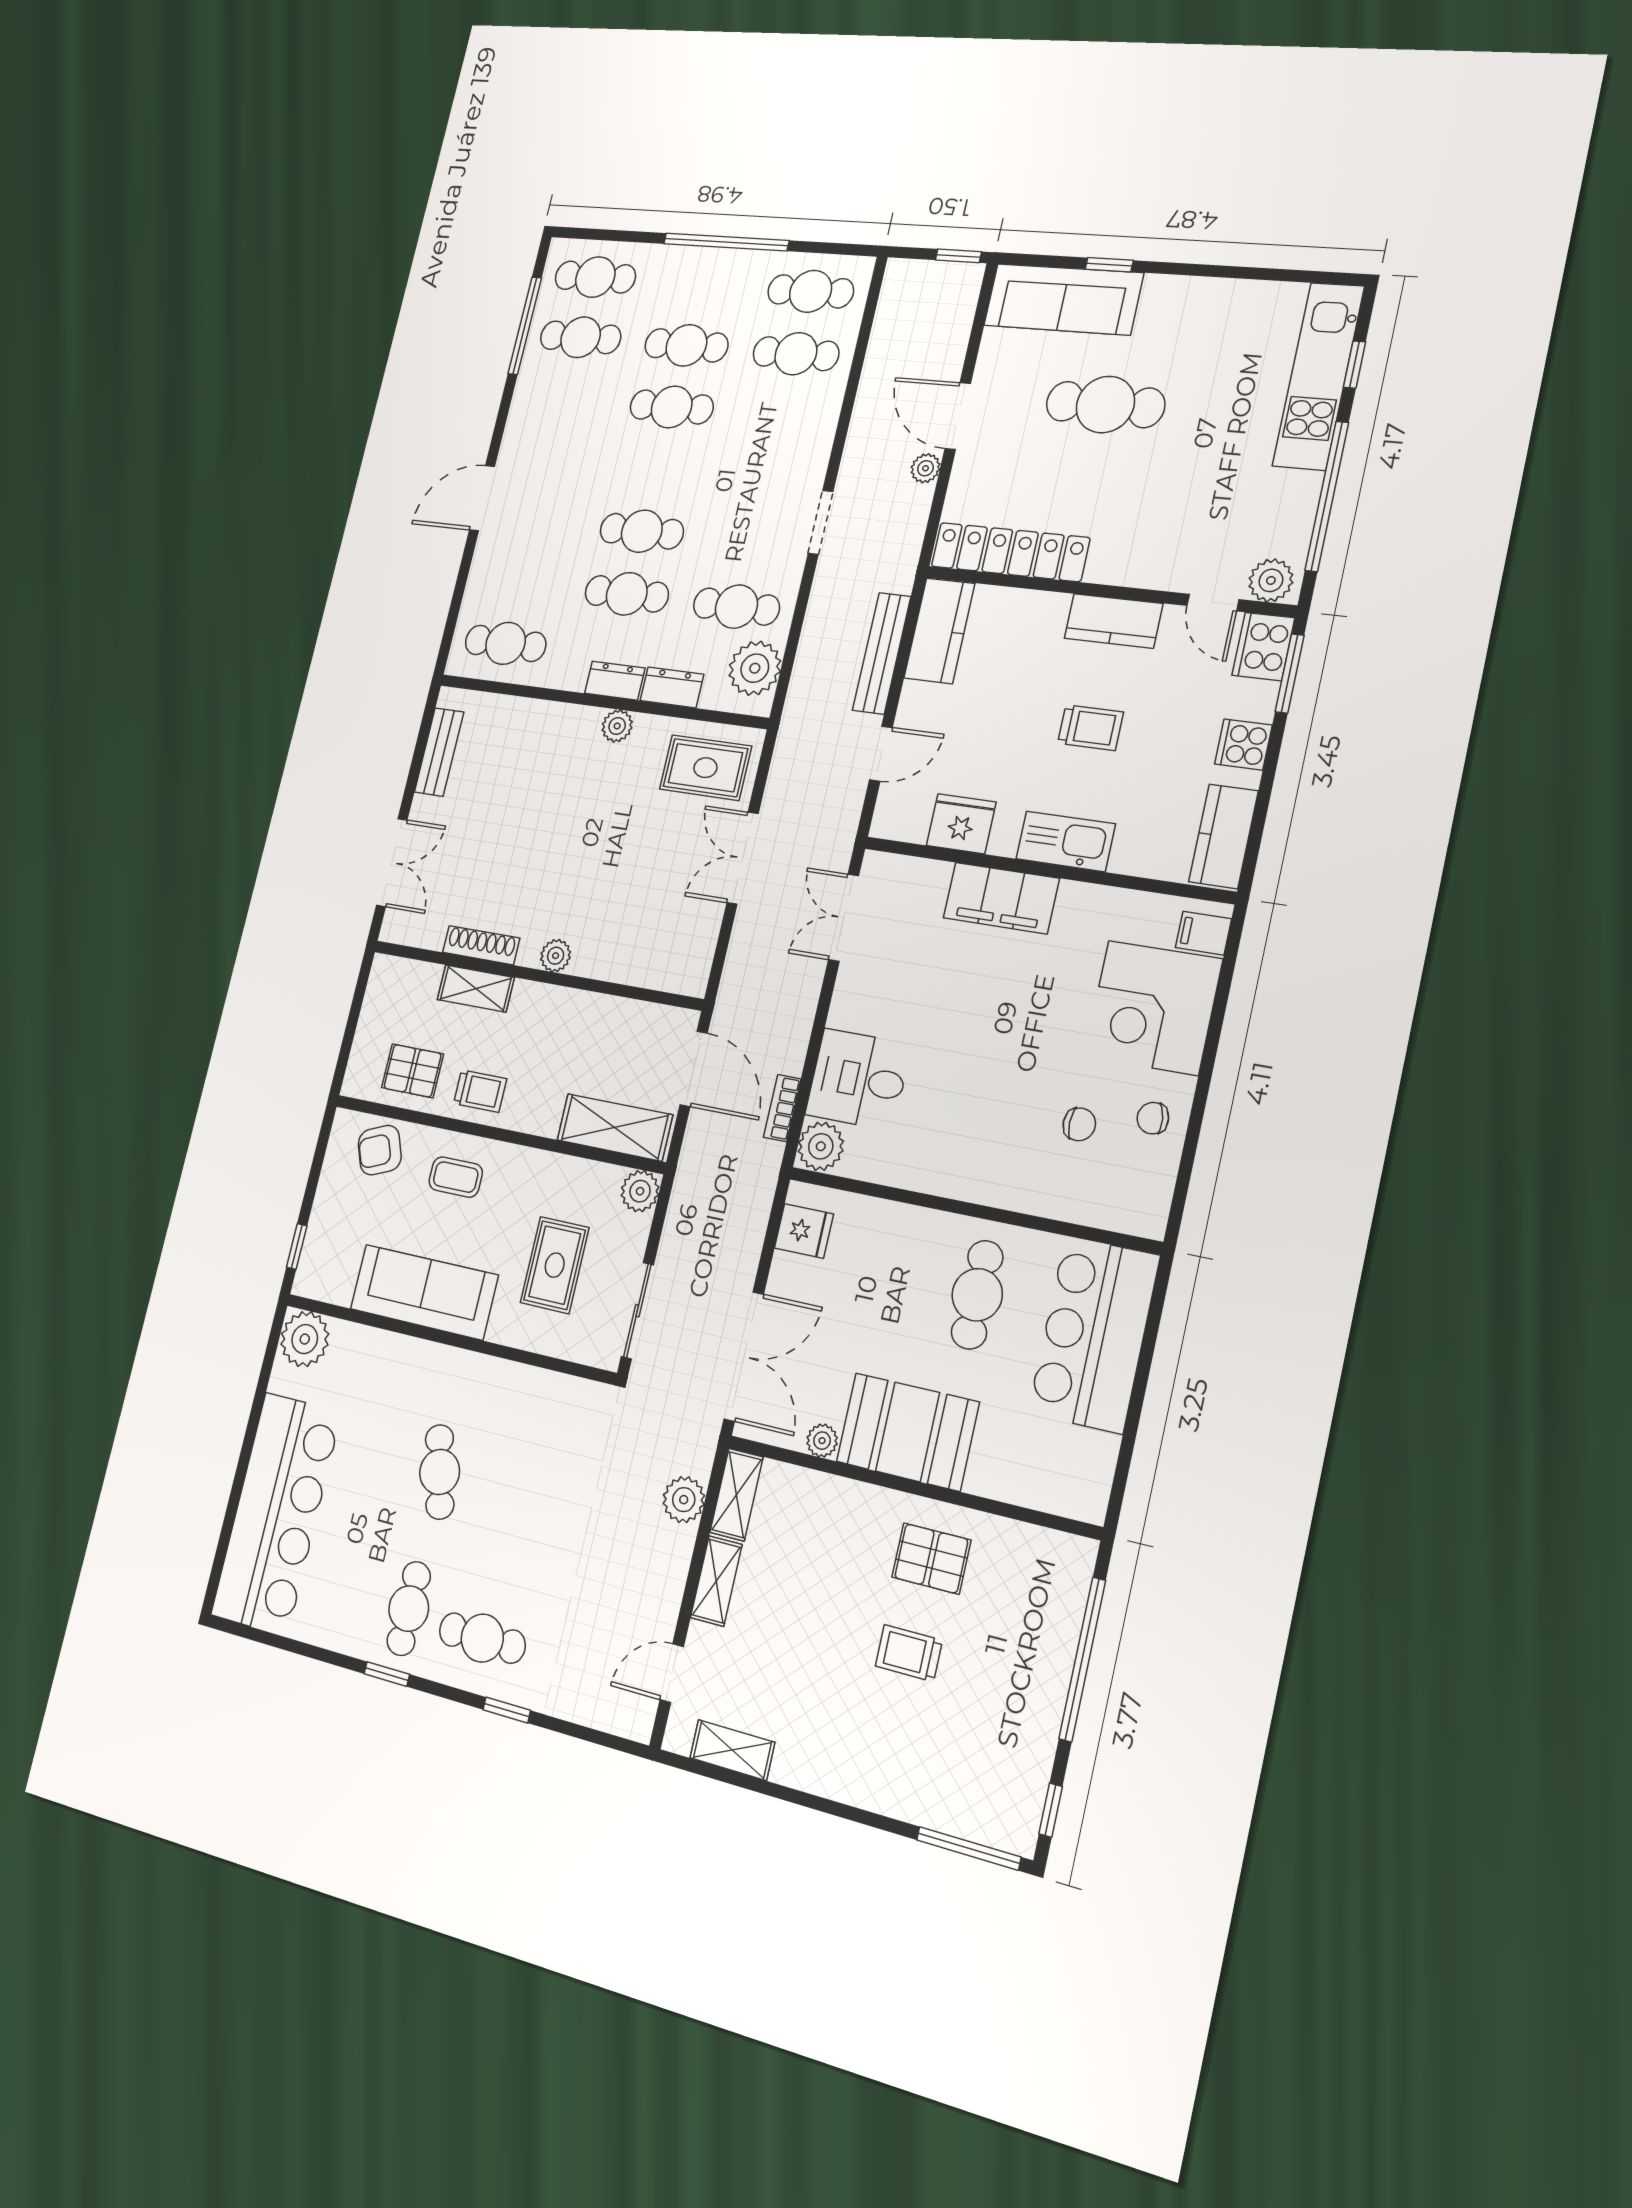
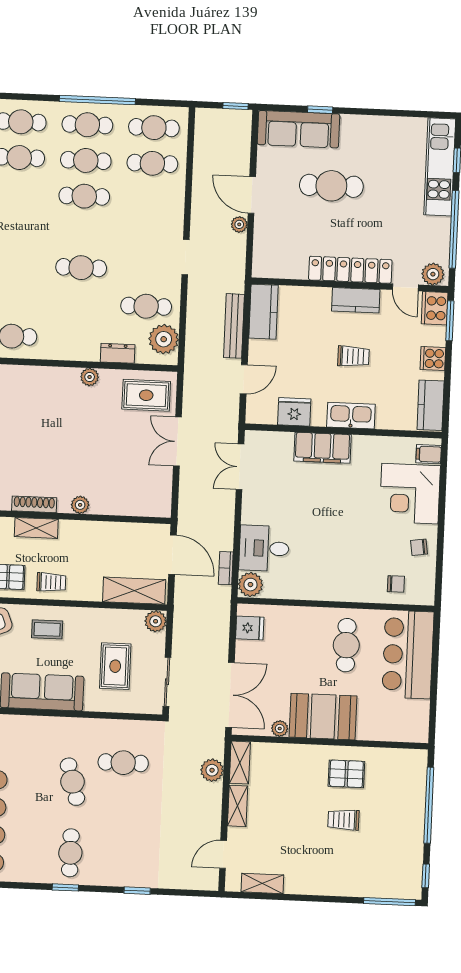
locker: (1010, 552) -> (350, 270), moved
cafe table: (627, 594) -> (87, 125), moved
dresser: (615, 681) -> (83, 352), removed
chair: (1079, 1124) -> (396, 584), moved
cafe table: (482, 1638) -> (123, 763), moved

